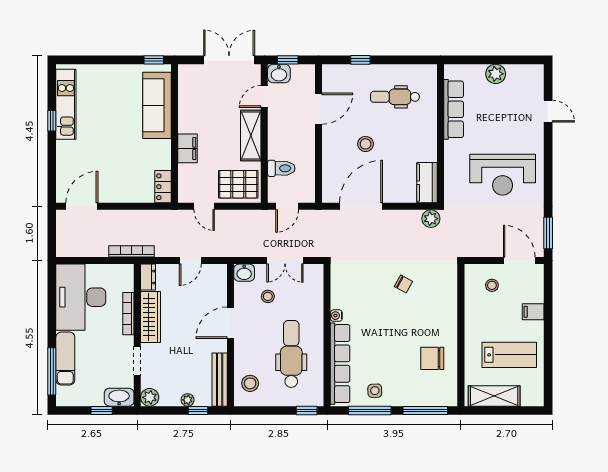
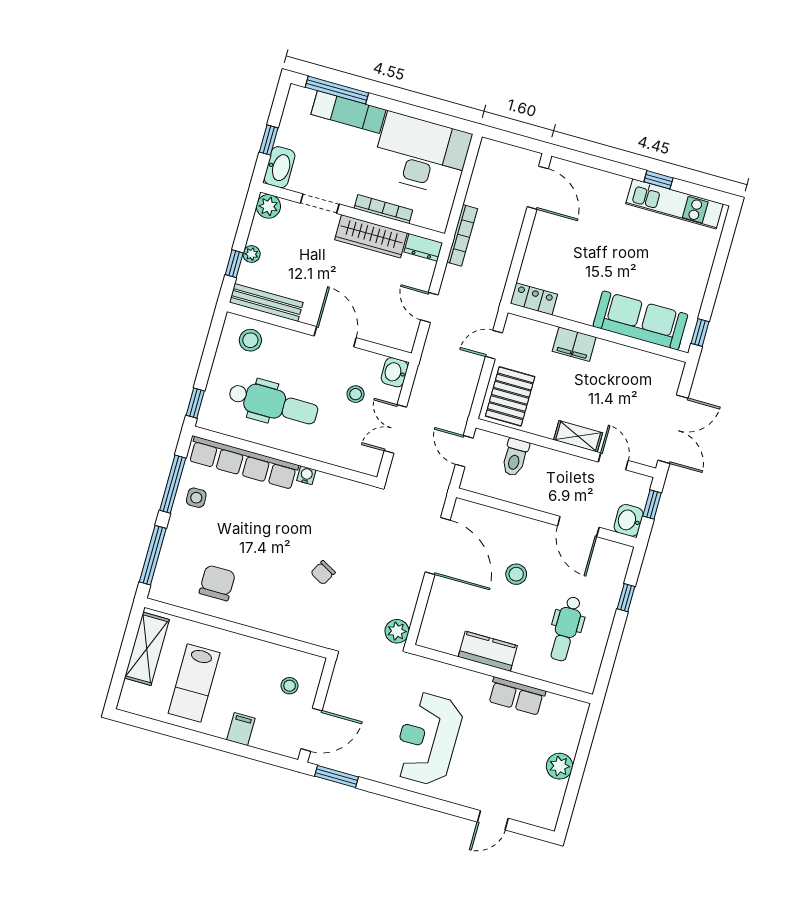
washbasin: (279, 73) -> (629, 520), moved
dental chair: (395, 97) -> (566, 629), turned 180
row of seats: (454, 109) -> (517, 696), width x0.68
shelving: (251, 135) -> (578, 436), width x0.67, depth x0.75
kitchen counter: (427, 183) -> (488, 651), moved

